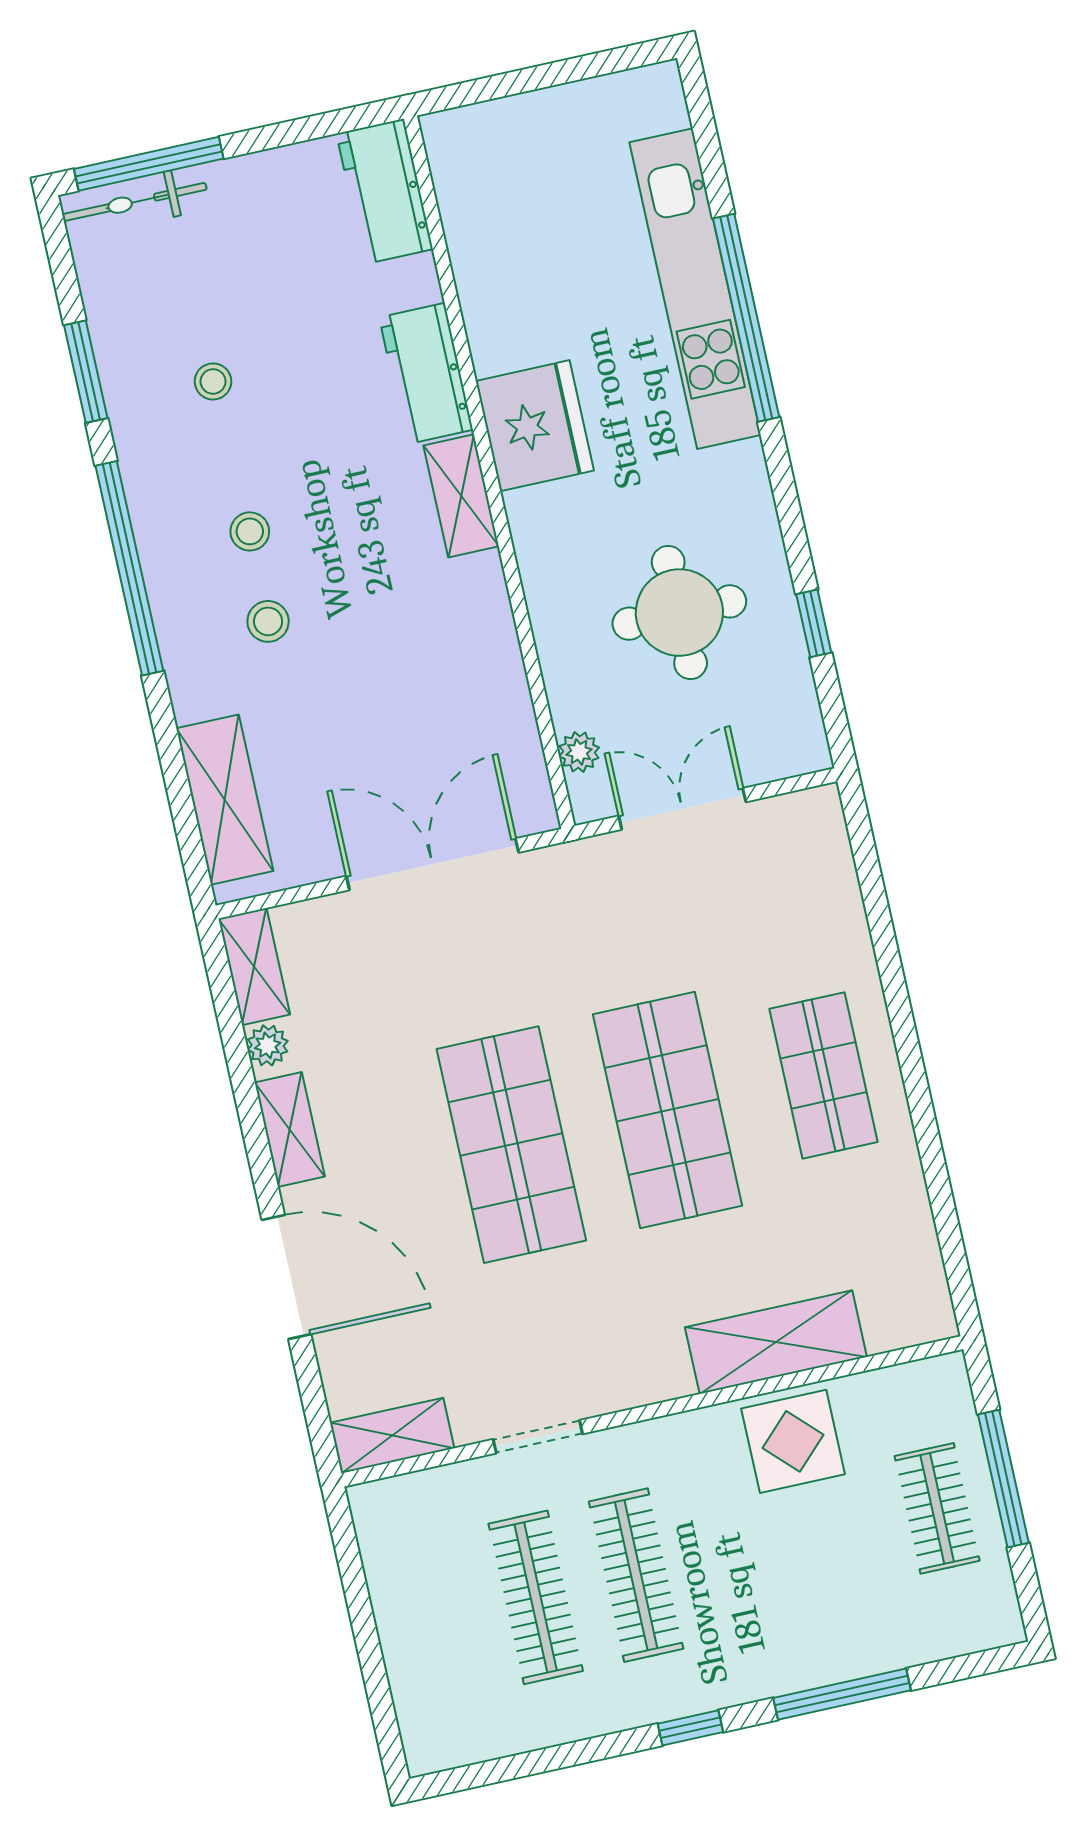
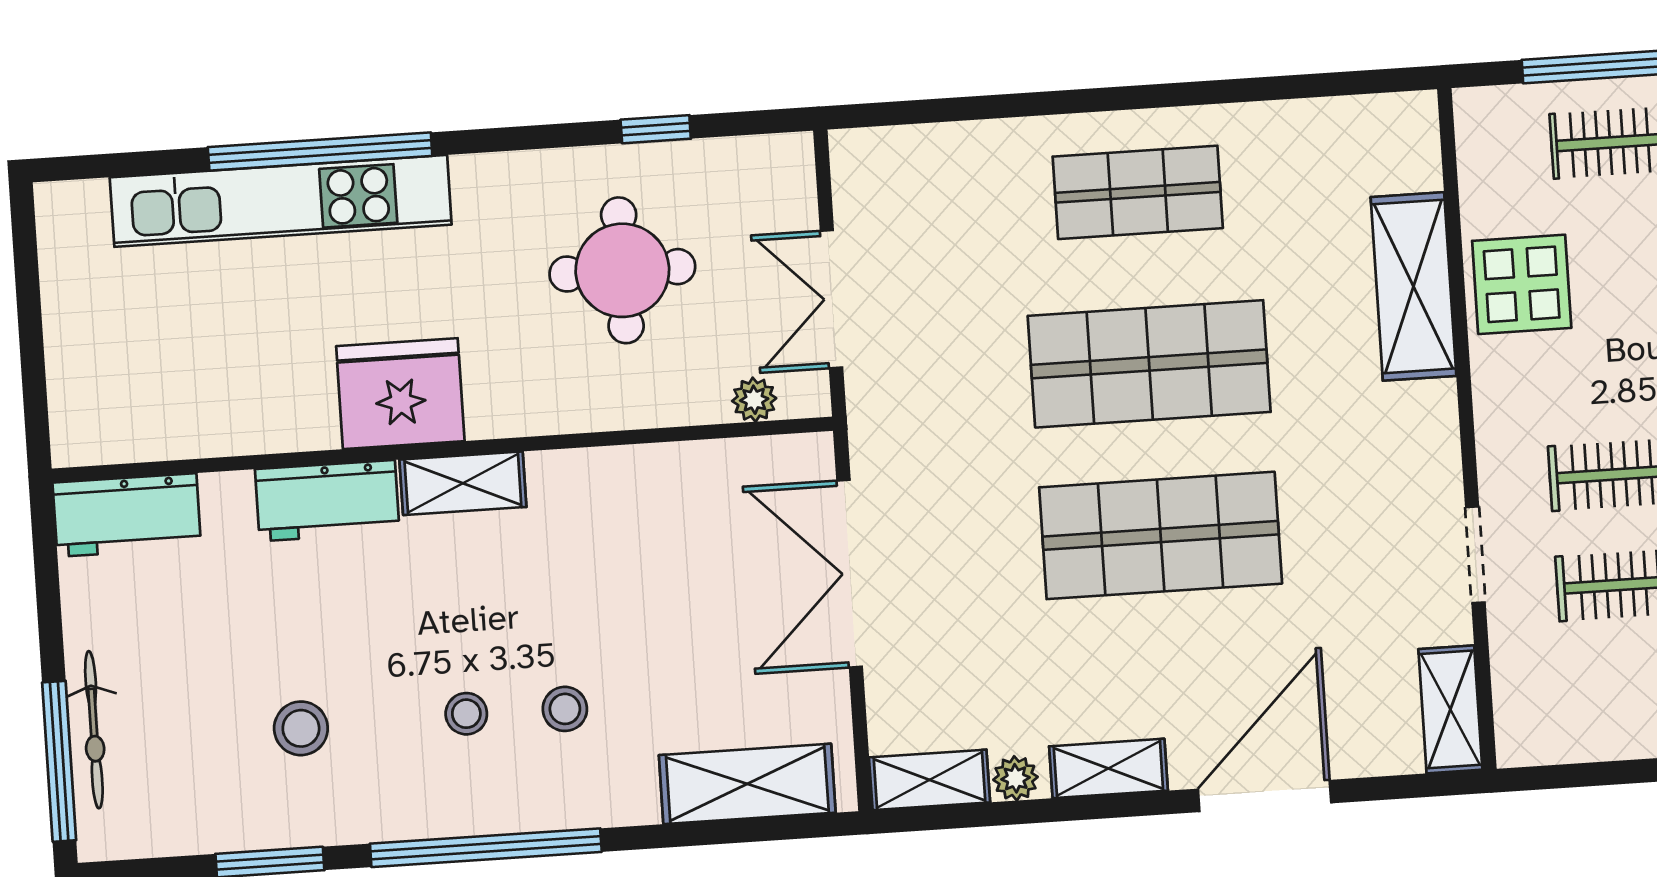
bicycle: (134, 202) -> (94, 730), moved
stool: (213, 381) -> (301, 728), width x1.37, depth x1.37

